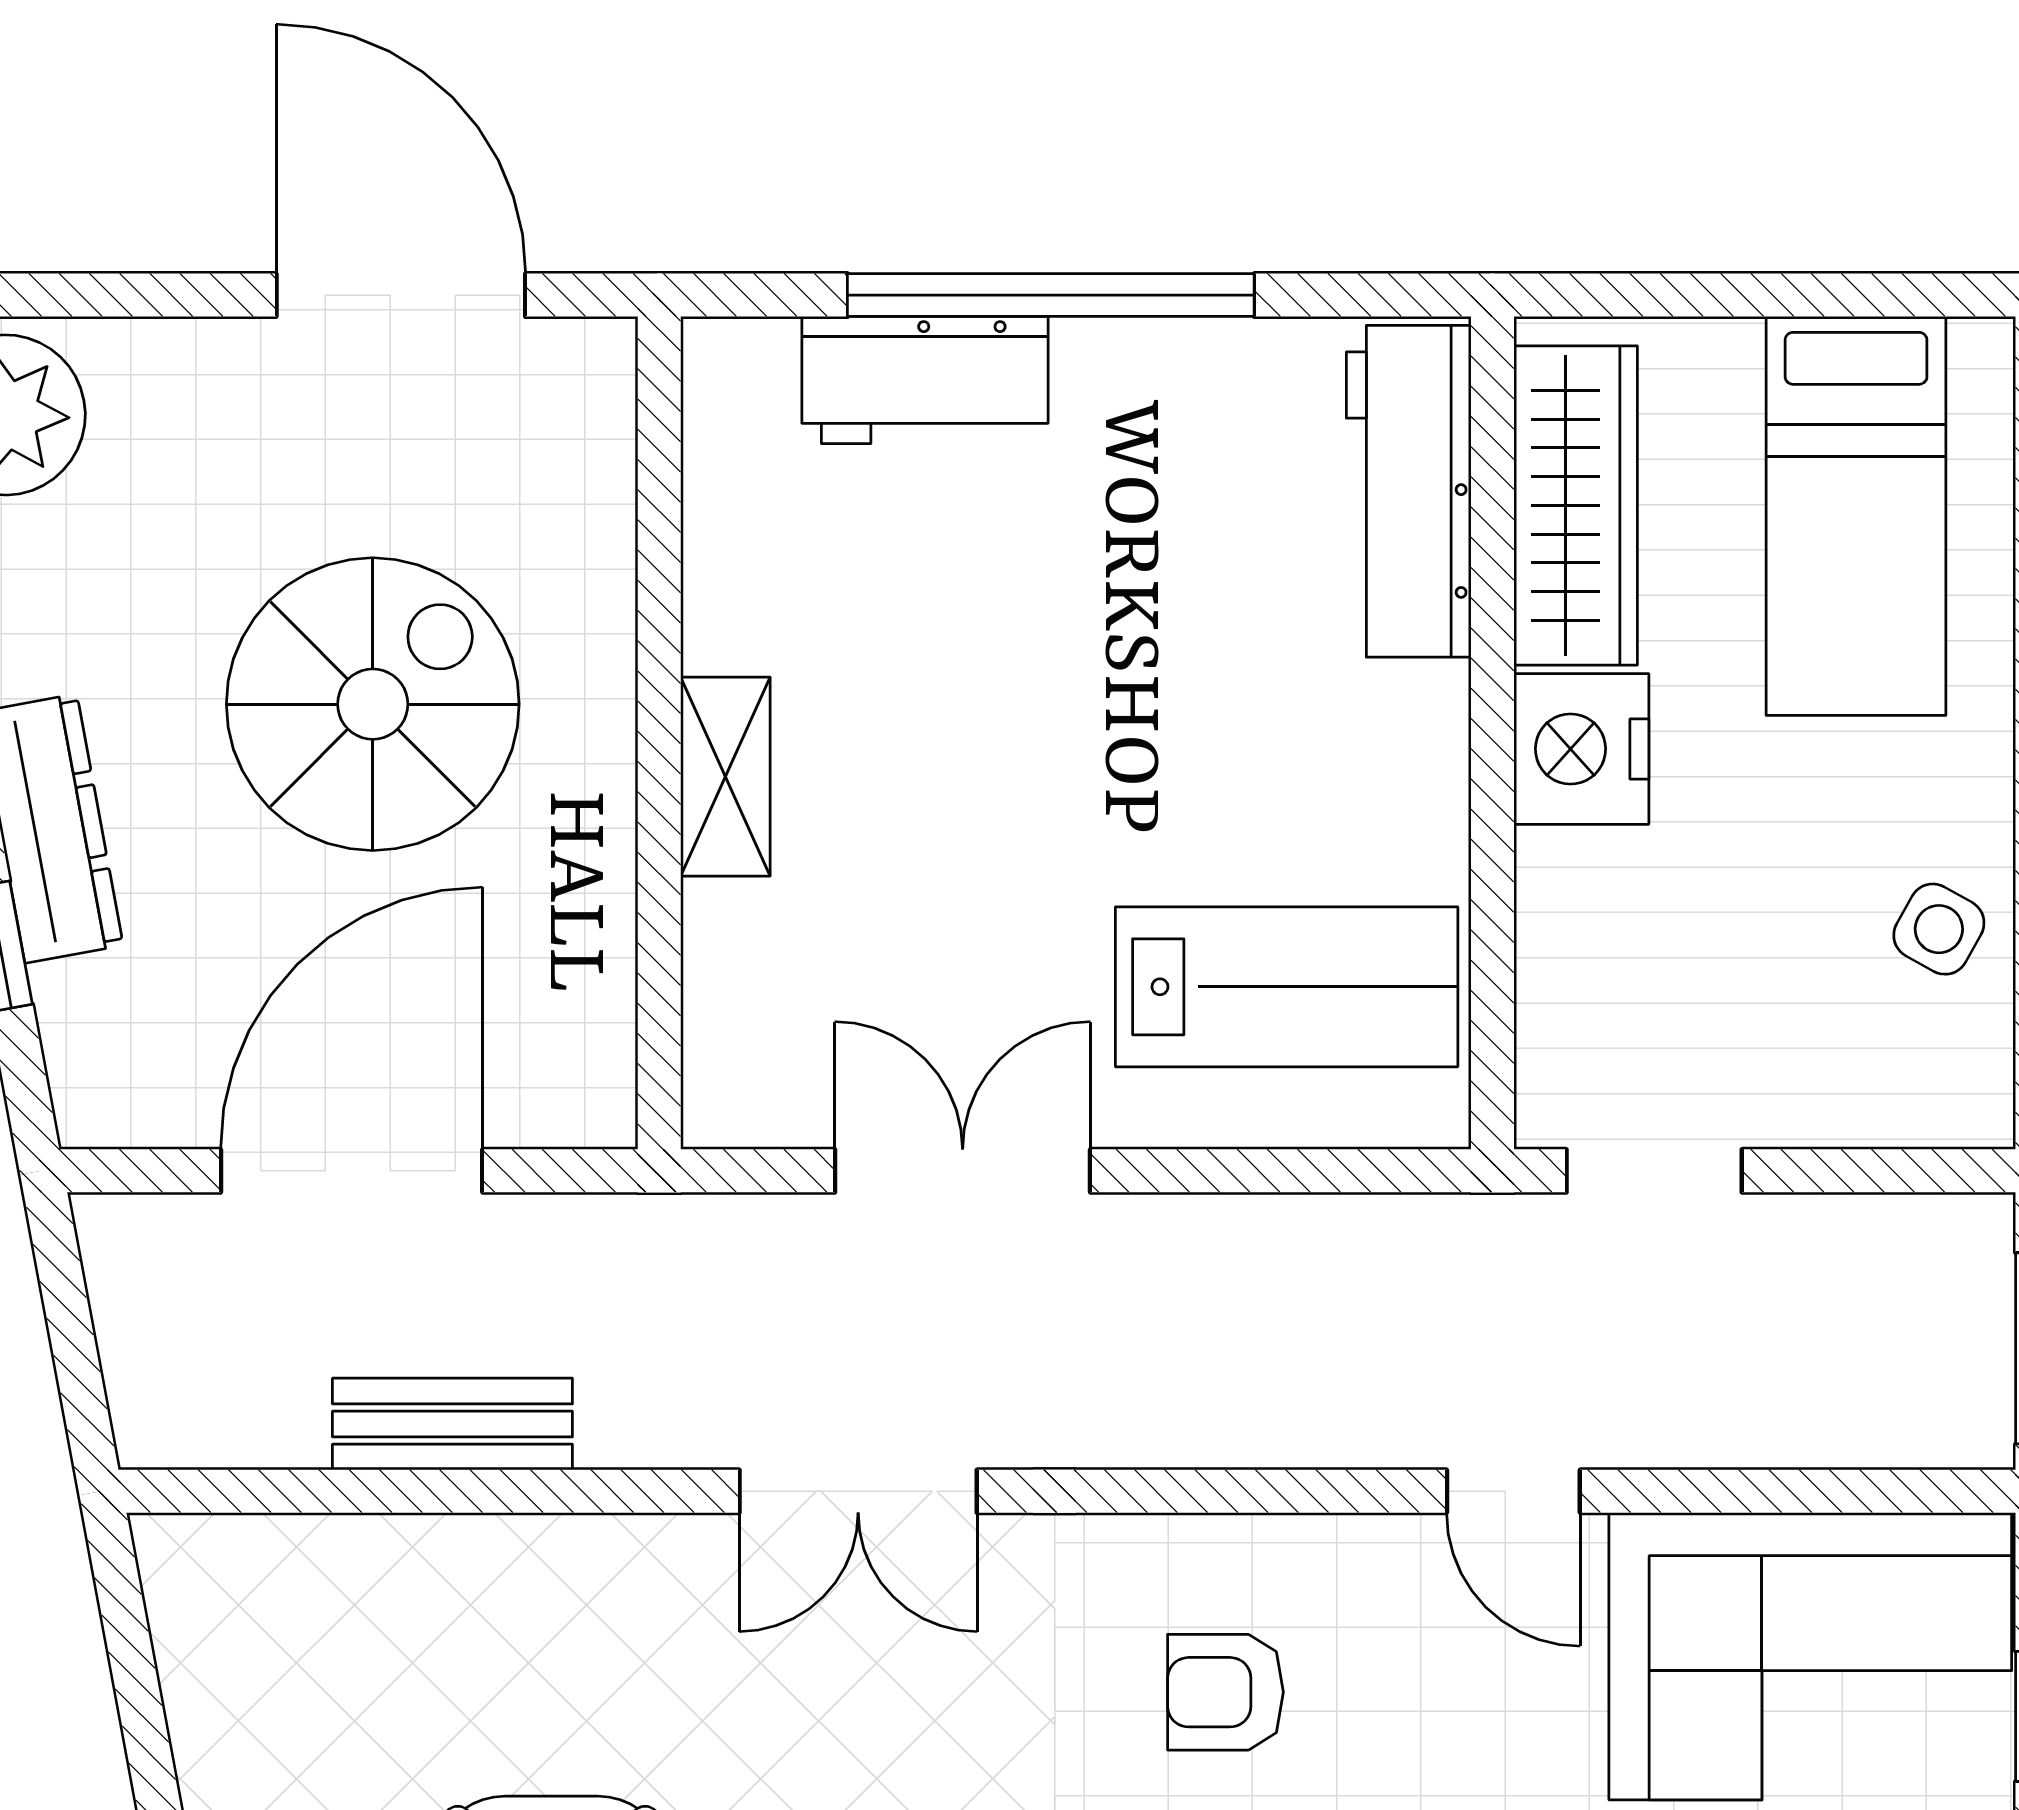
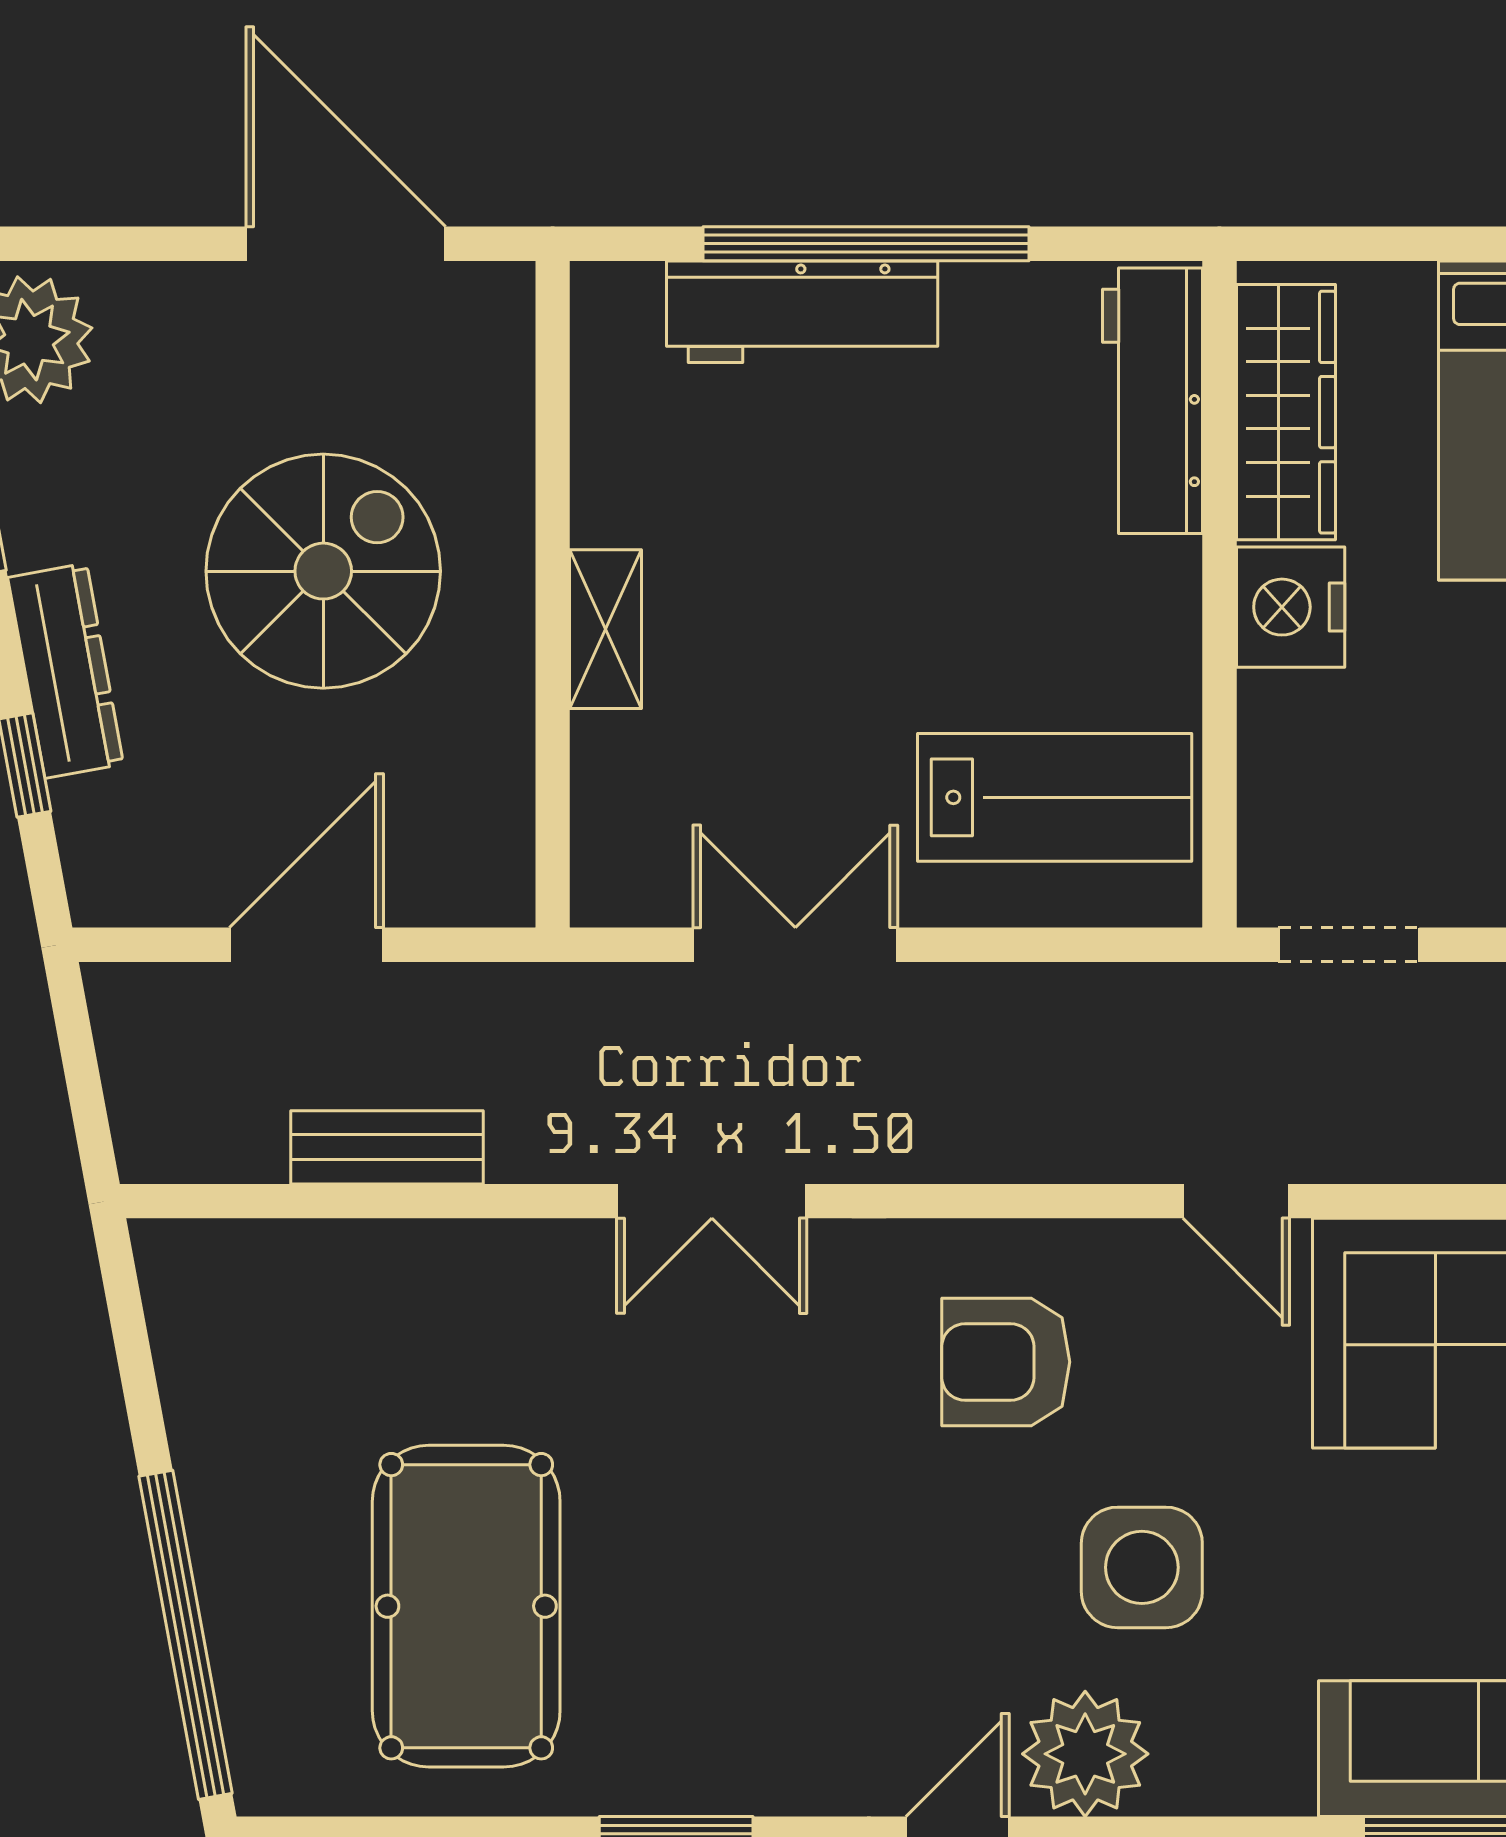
workbench: (925, 380) -> (802, 312), width x1.37
door: (352, 1171) -> (306, 945), width x0.73
armchair: (1225, 1692) -> (1006, 1362), width x1.38, depth x1.38

